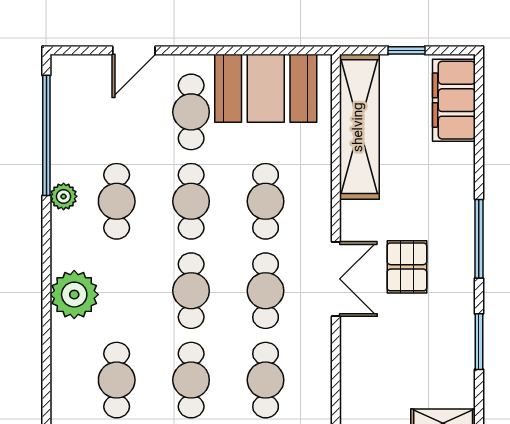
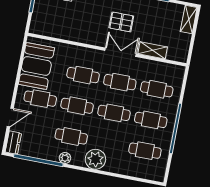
door: (134, 50) -> (10, 117), hinge flipped
dresser: (76, 69) -> (13, 143), added
shelving: (359, 127) -> (153, 50), moved, width x0.45, depth x0.75
plant: (74, 295) -> (95, 159), moved

